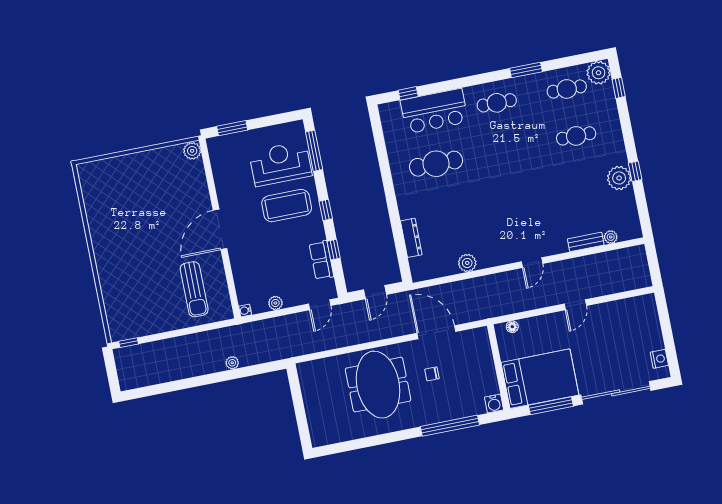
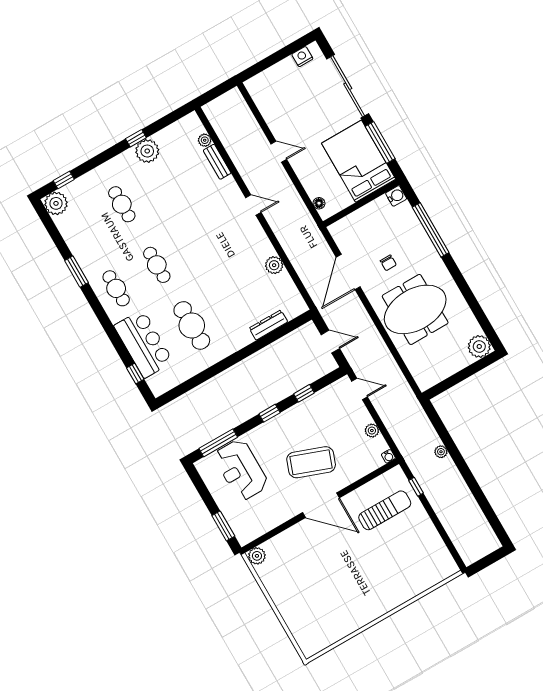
cafe table: (567, 89) -> (157, 265), moved
coffee table: (287, 206) -> (311, 462), moved, turned -70
row of seats: (321, 260) -> (318, 401), removed
window: (129, 343) -> (416, 487), moved
plant: (321, 434) -> (479, 346), added

